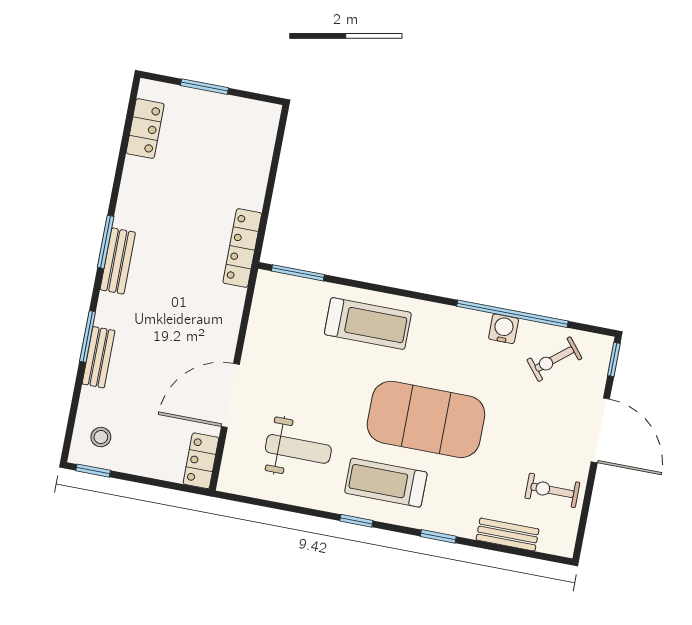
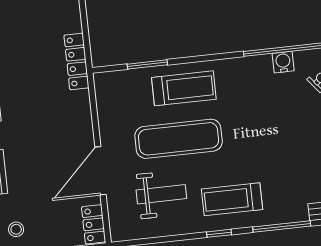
window: (298, 273) -> (147, 64), moved
exercise mat: (426, 419) -> (179, 139), moved, width x0.68
window: (438, 536) -> (282, 227), width x2.17

